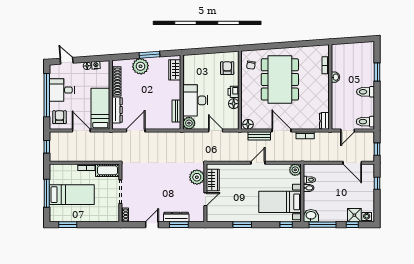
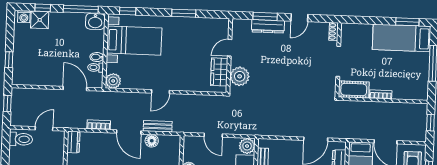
floor lamp: (248, 124) -> (152, 141), moved
door: (352, 163) -> (75, 88), moved
bed: (72, 195) -> (402, 38), moved

